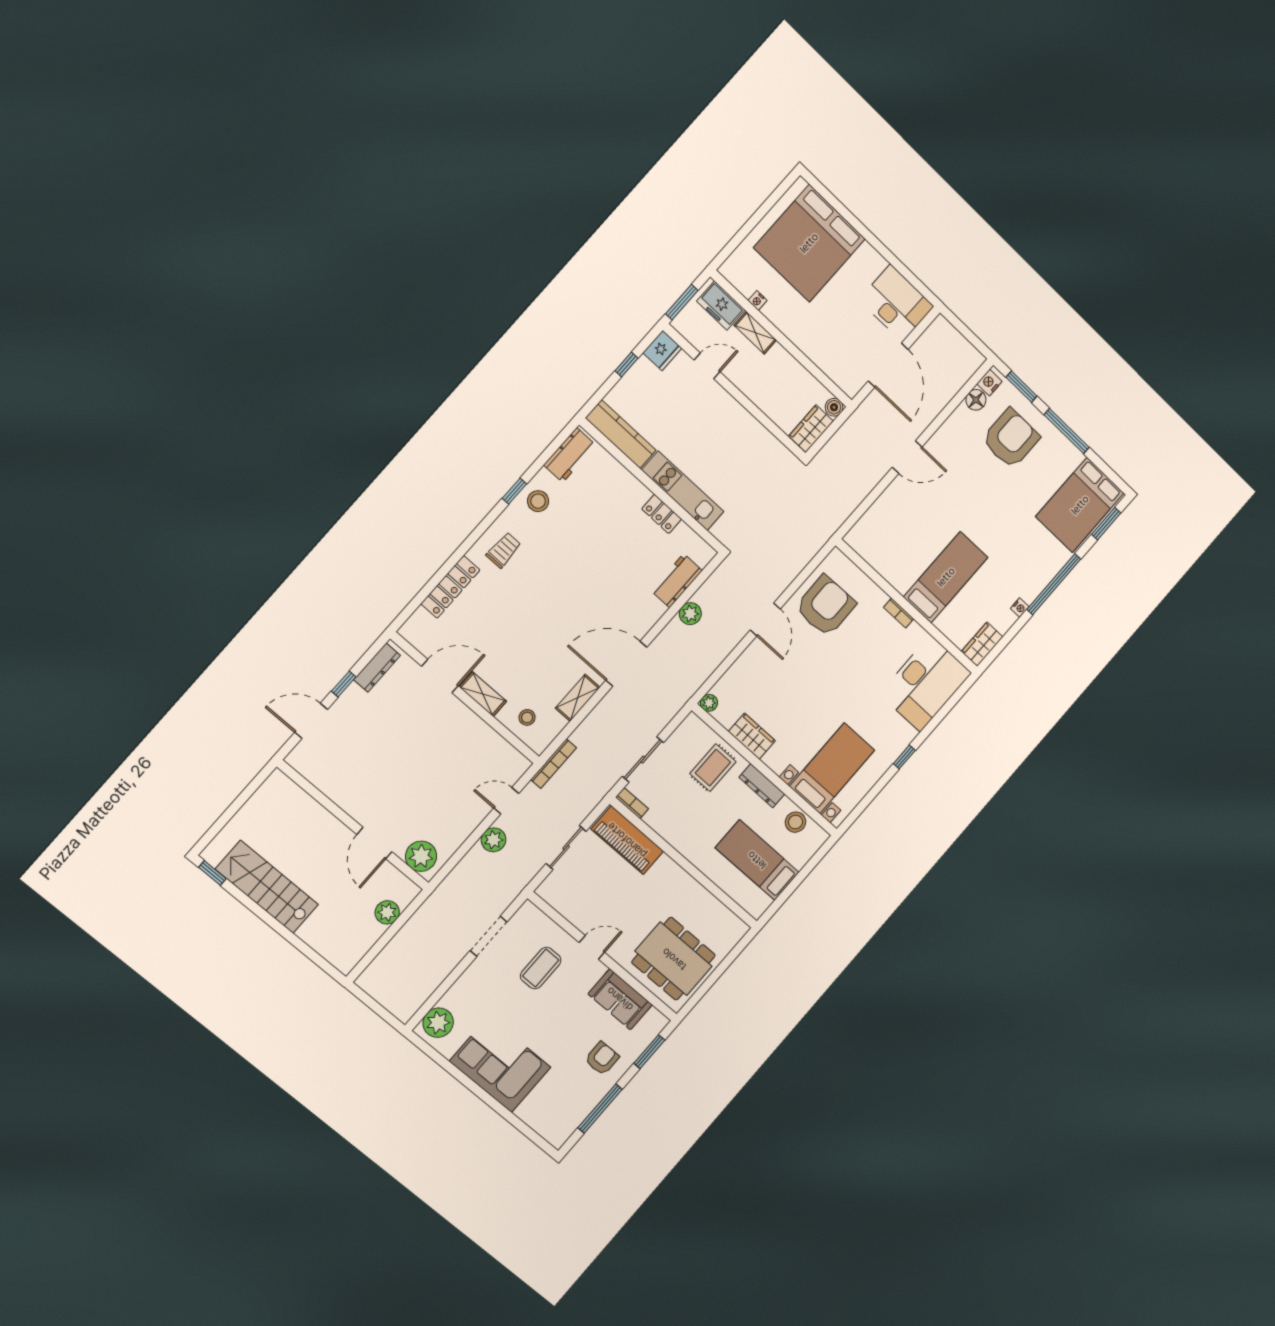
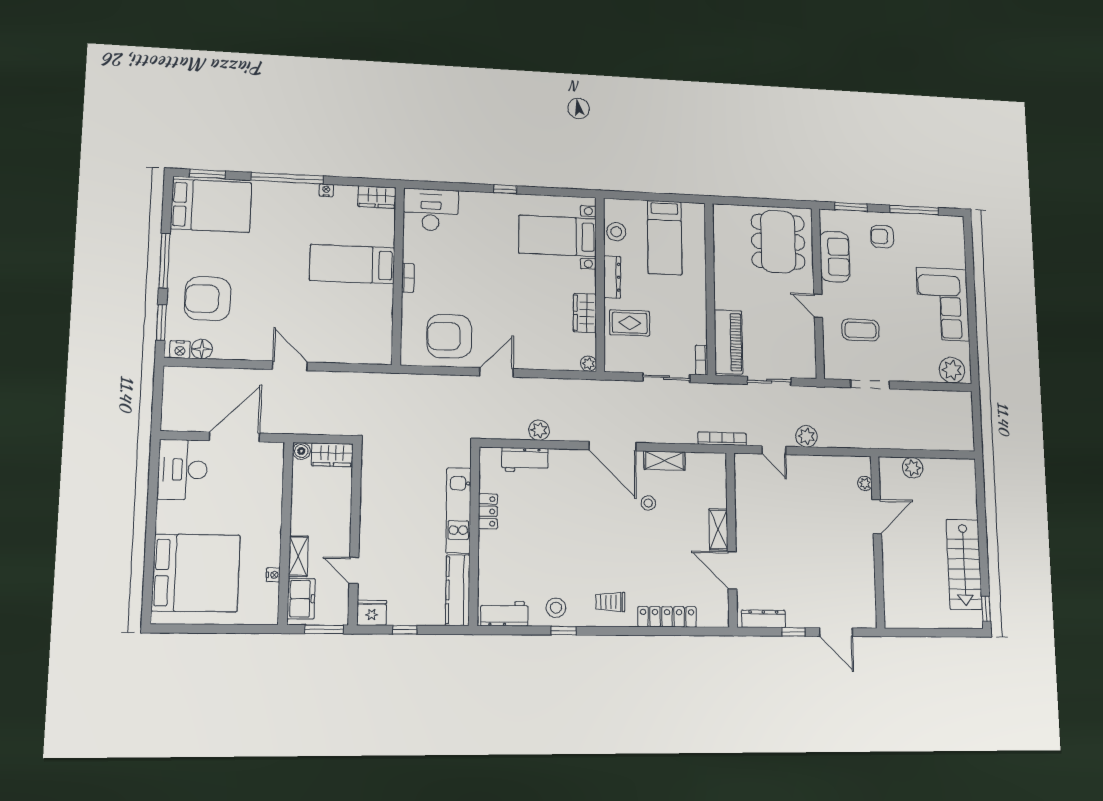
desk: (925, 683) -> (431, 210), width x0.73, depth x0.77
stool: (527, 717) -> (648, 503), moved
plant: (421, 856) -> (865, 483), width x0.53, depth x0.53

